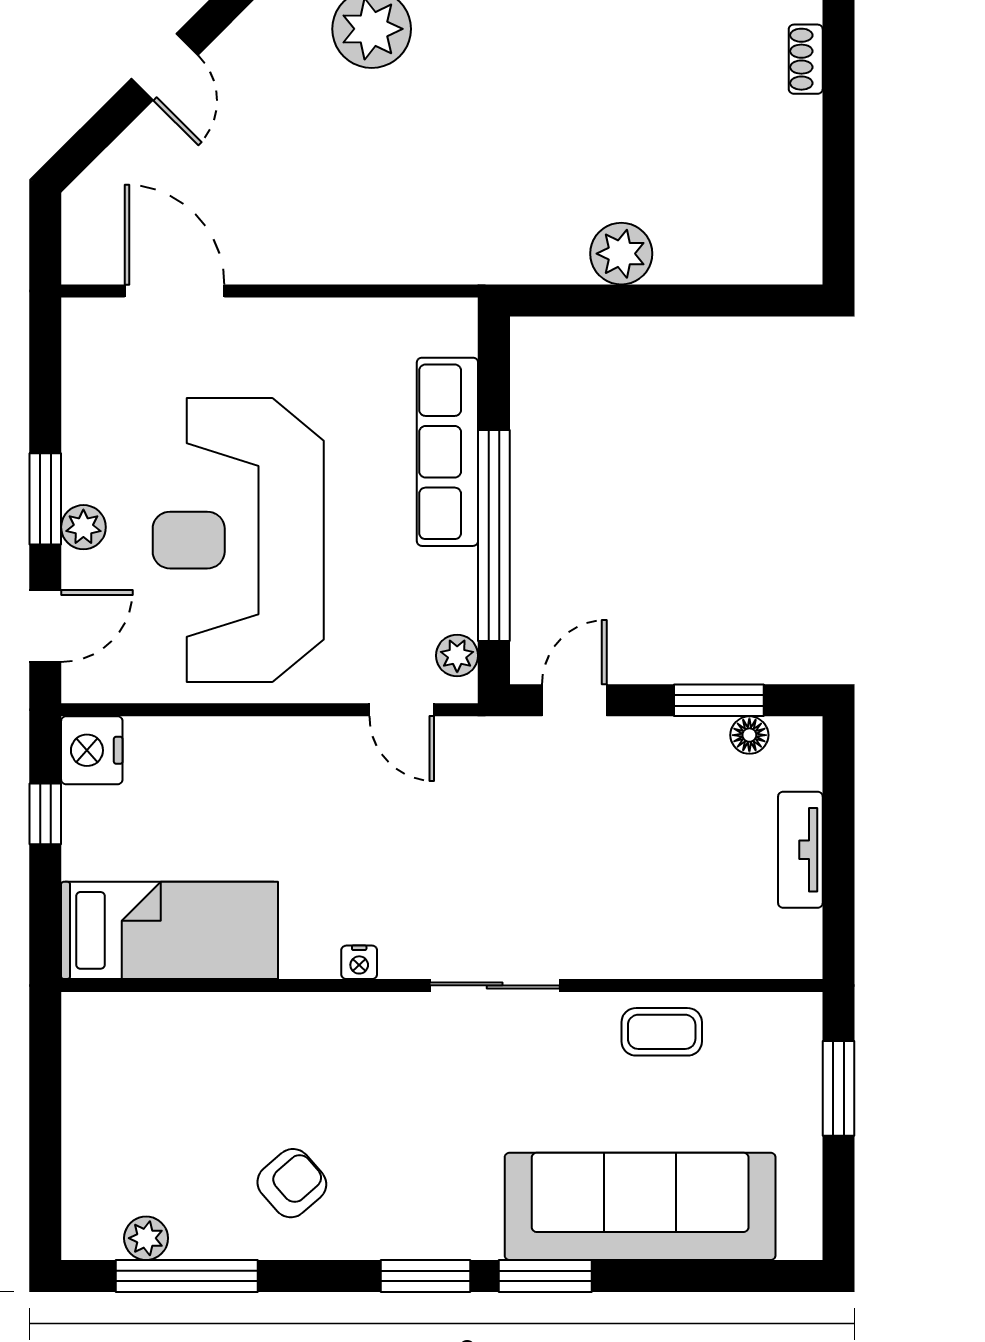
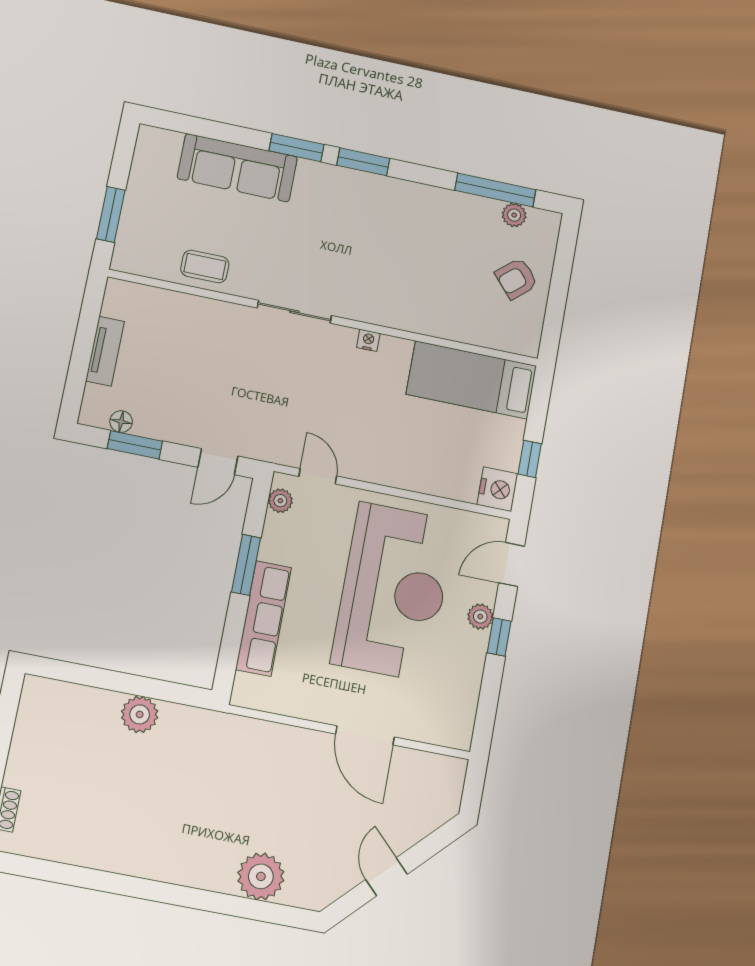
door: (175, 291) -> (365, 735), moved
window: (45, 499) -> (499, 637), width x0.67
window: (494, 536) -> (246, 565), width x0.47
armchair: (292, 1183) -> (516, 279), moved
sofa: (640, 1206) -> (237, 168), width x0.74, depth x0.79

